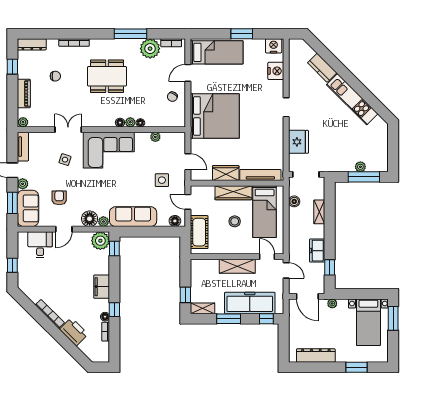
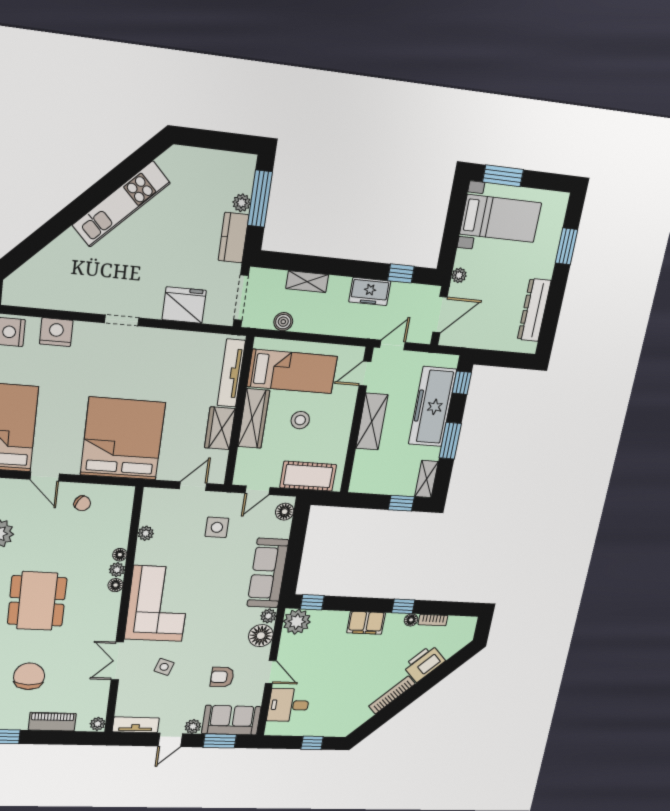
kitchen counter: (322, 68) -> (233, 238), moved, turned 135
chair: (55, 76) -> (29, 676), width x1.87, depth x1.87

